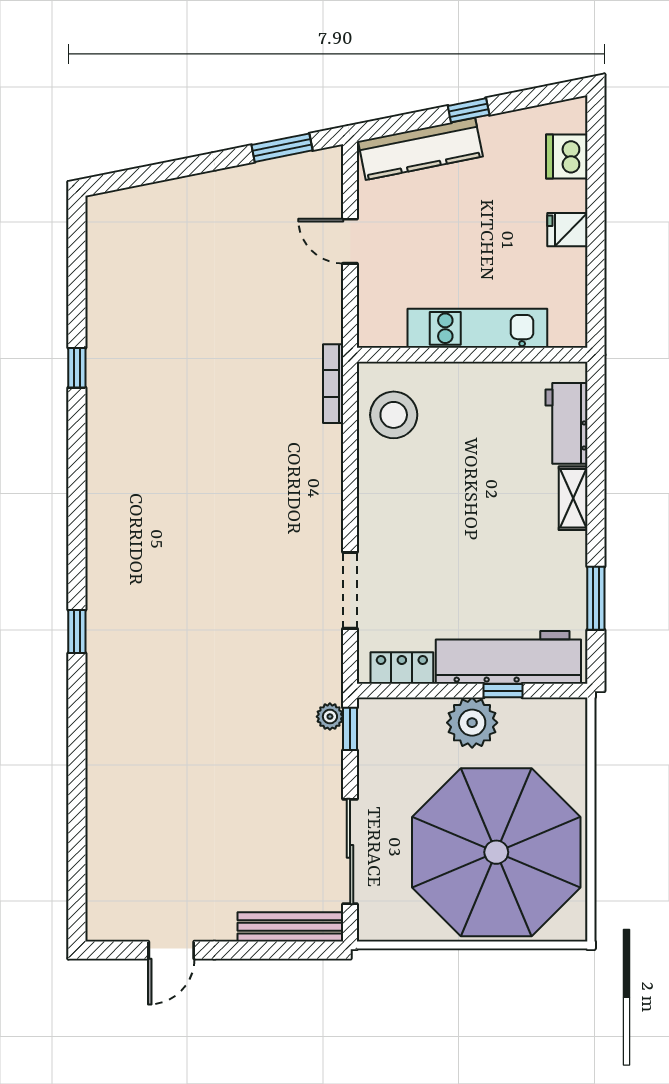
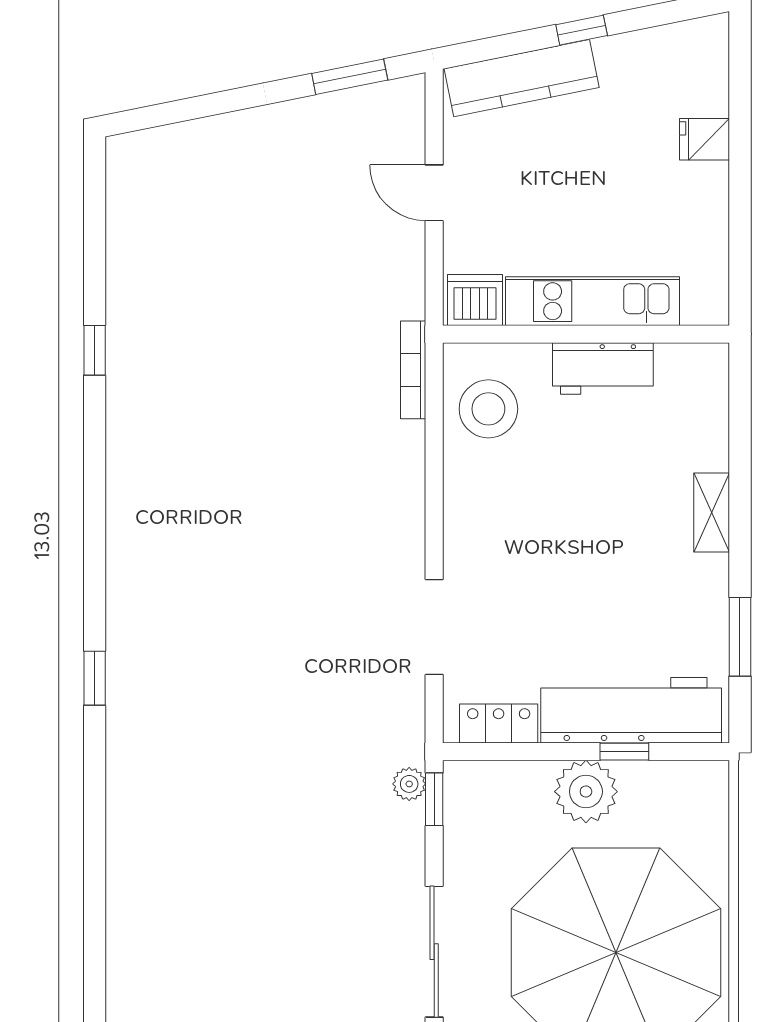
dishwasher: (567, 156) -> (475, 300), moved, turned 90
fridge: (567, 230) -> (705, 139), moved
workbench: (567, 423) -> (603, 368), moved, turned -90

